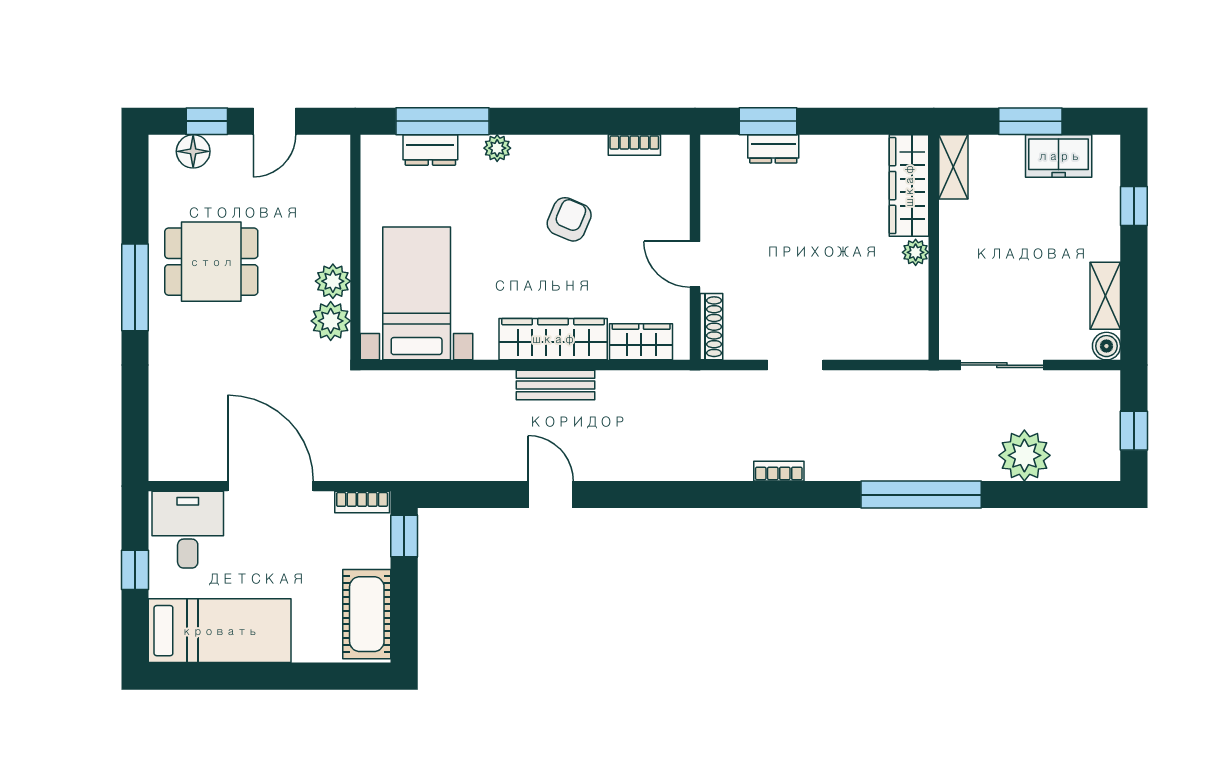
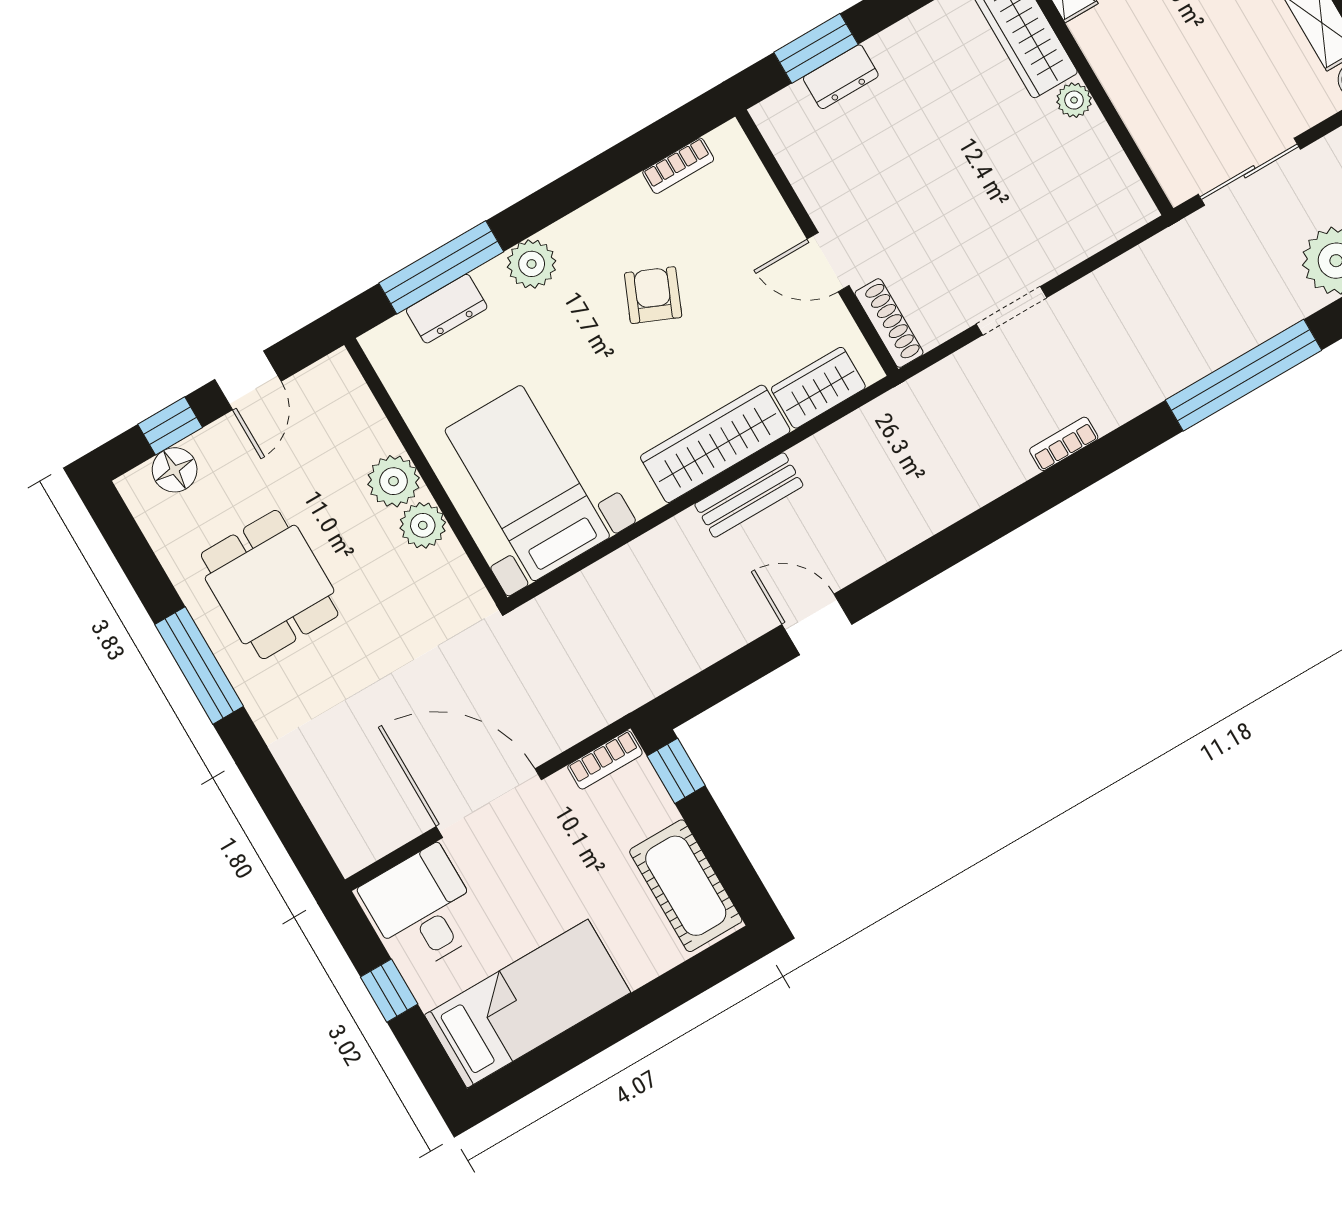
plant: (497, 148) -> (532, 264), width x1.38, depth x1.38
dining table: (211, 262) -> (270, 585), turned 90
plant: (331, 321) -> (394, 481), moved

